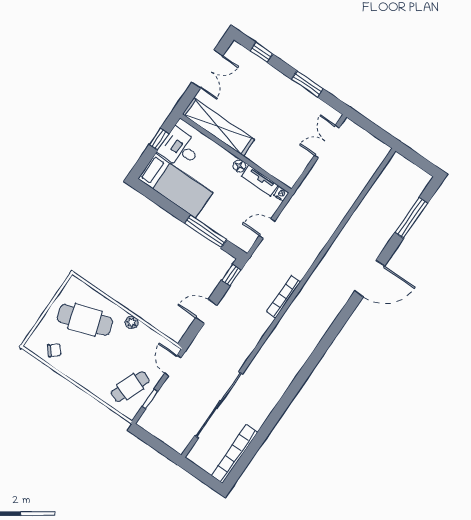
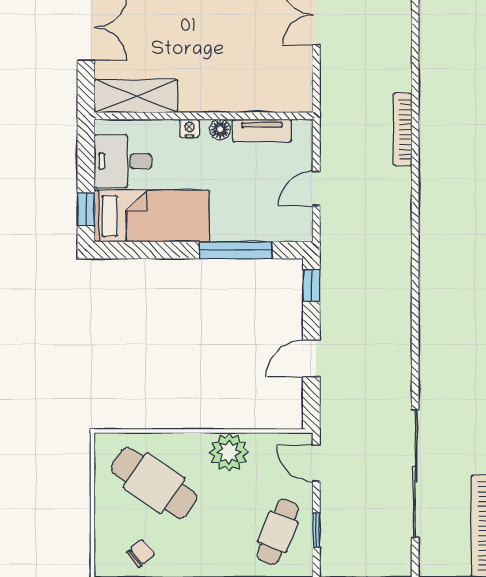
shelving: (218, 127) -> (136, 96), width x0.68
window: (159, 139) -> (86, 209), moved
nightstand: (281, 194) -> (189, 128), moved
bookcase: (284, 297) -> (403, 130), moved
cafe table: (85, 320) -> (154, 483), turned 53
plant: (132, 322) -> (229, 452), width x1.87, depth x1.87

